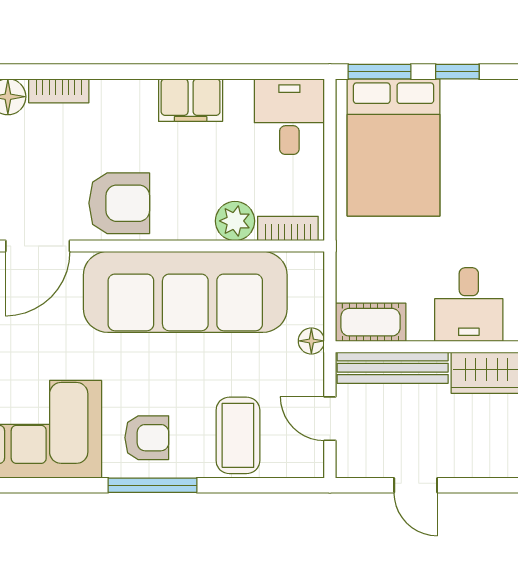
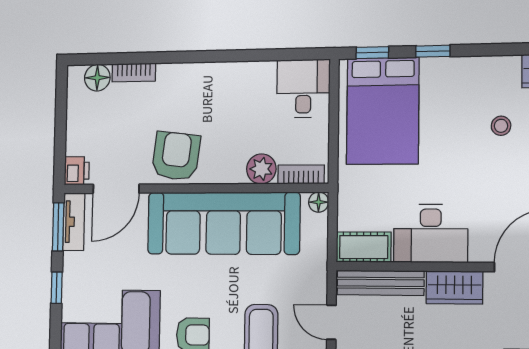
window: (379, 72) -> (372, 53), width x0.67
filing cabinet: (191, 100) -> (230, 77), removed
armchair: (119, 203) -> (176, 156), turned -83
desk: (469, 305) -> (431, 233), width x1.37
floor lamp: (311, 341) -> (319, 202), moved

